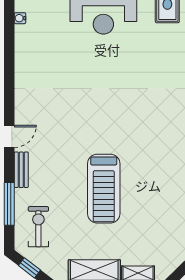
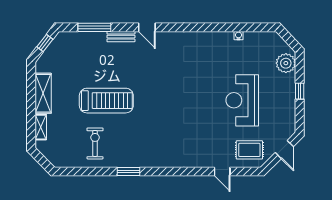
treadmill: (104, 189) -> (106, 101), turned 180
exercise bike: (38, 227) -> (95, 143), moved, turned -90

